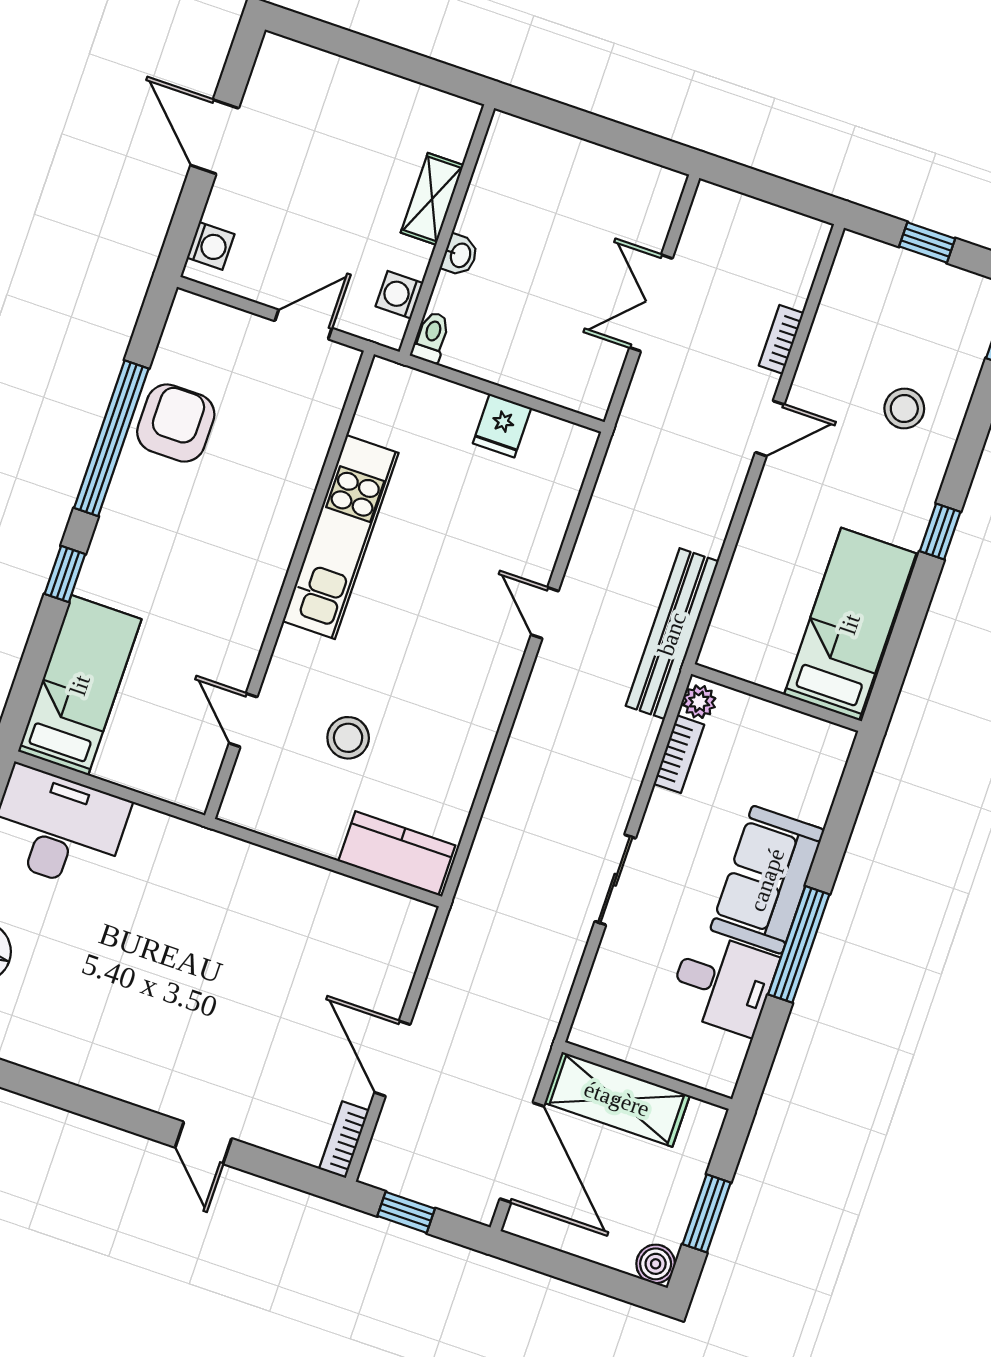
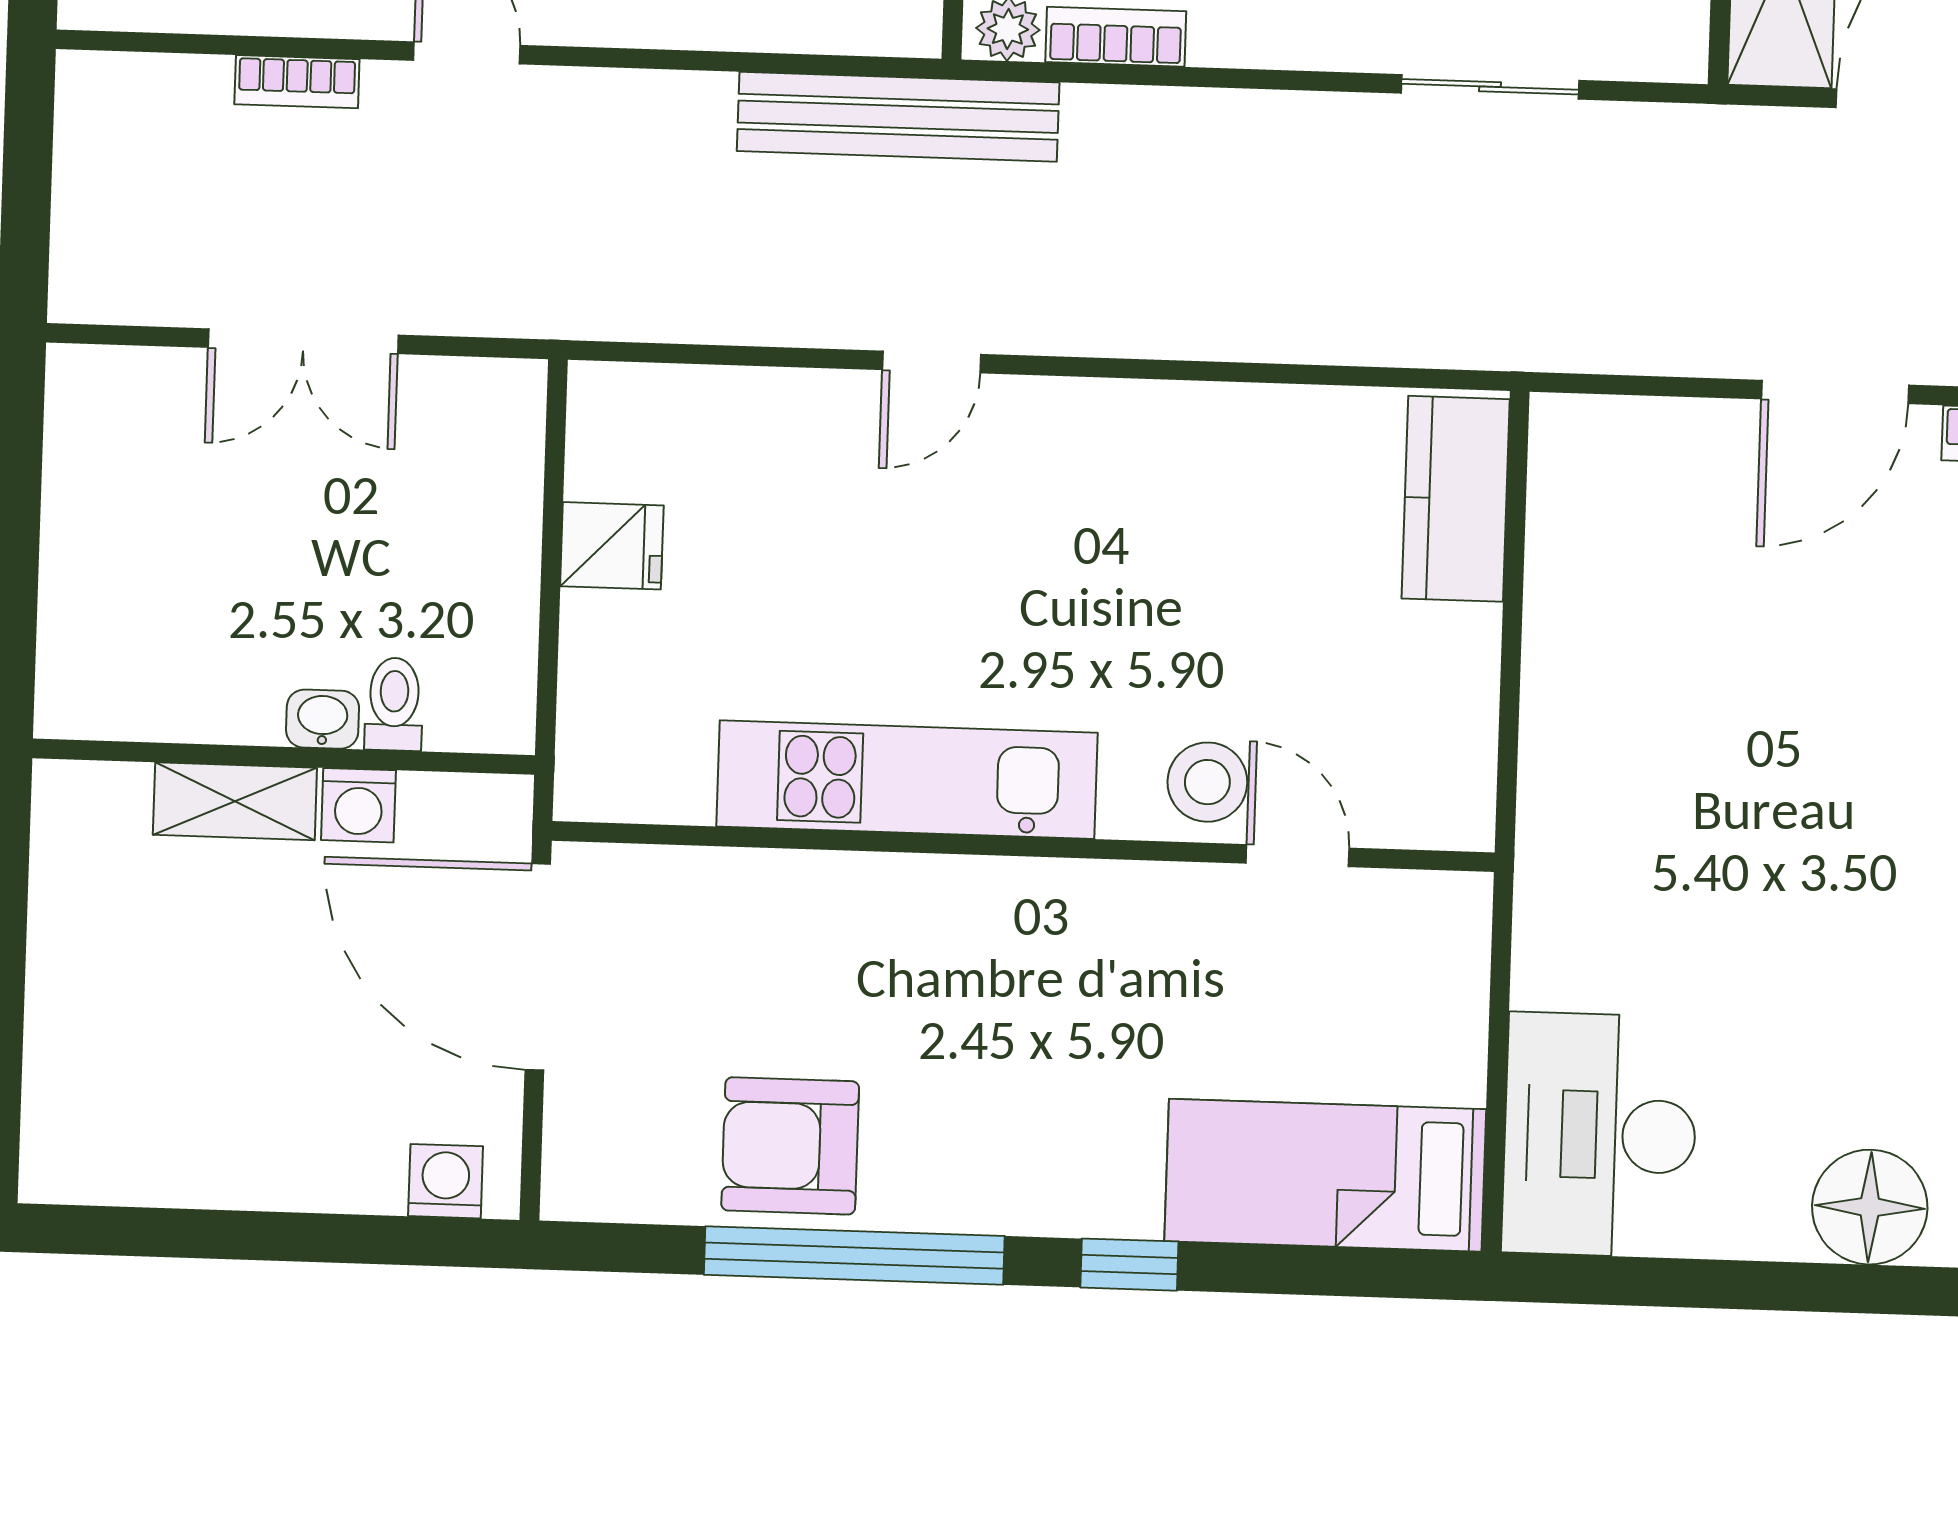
door: (215, 137) -> (243, 1235), removed
washing machine: (399, 295) -> (358, 805), moved
door: (303, 325) -> (538, 967), width x1.88
toilet: (431, 337) -> (394, 704), moved, turned 90
door: (243, 720) -> (1298, 856), swing flipped
stool: (348, 738) -> (1207, 782), moved
sliding door: (615, 880) -> (1490, 87), moved

